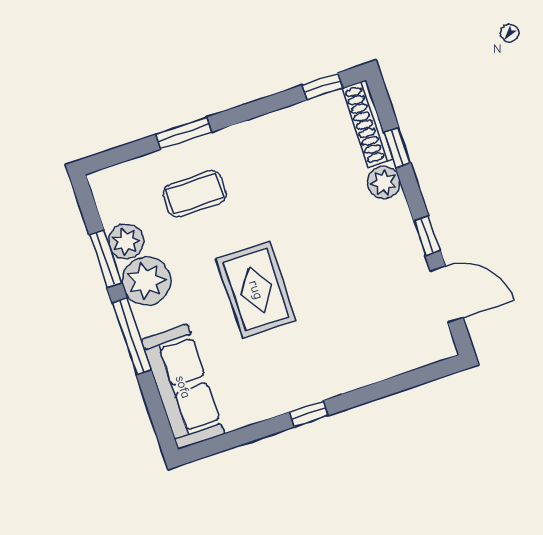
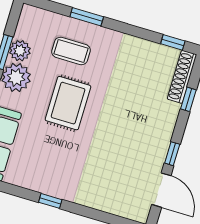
plant: (384, 182) -> (169, 112), removed
rug: (256, 290) -> (68, 103), moved

